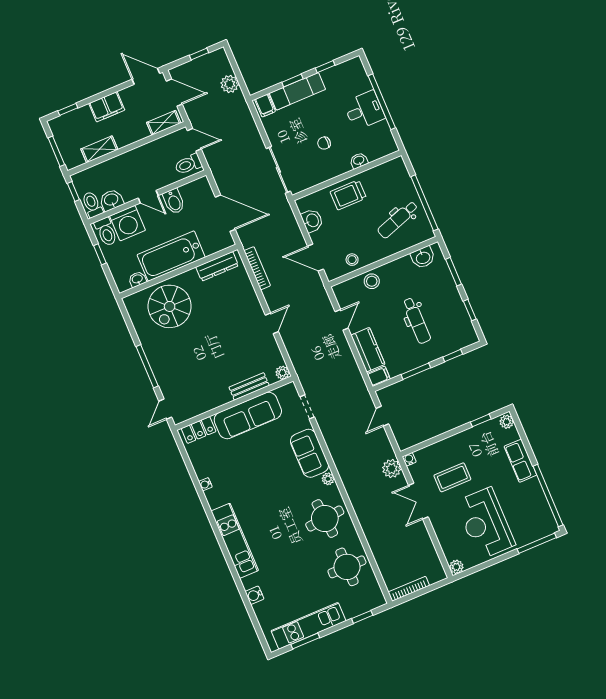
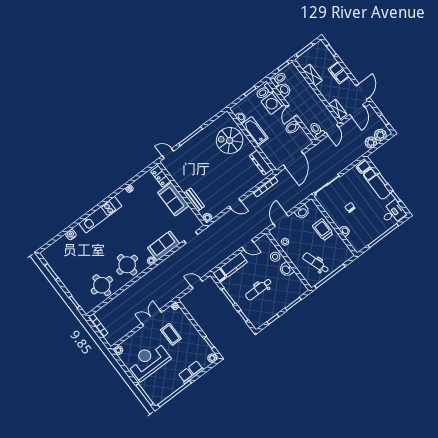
desk: (364, 110) -> (393, 213), moved, turned -90
bathtub: (171, 256) -> (255, 131), width x0.73, depth x0.73
washbasin: (423, 257) -> (286, 270), moved
sofa: (248, 415) -> (173, 199), width x0.73
plant: (392, 469) -> (380, 135), moved
kitchen unit: (308, 626) -> (61, 271), removed

